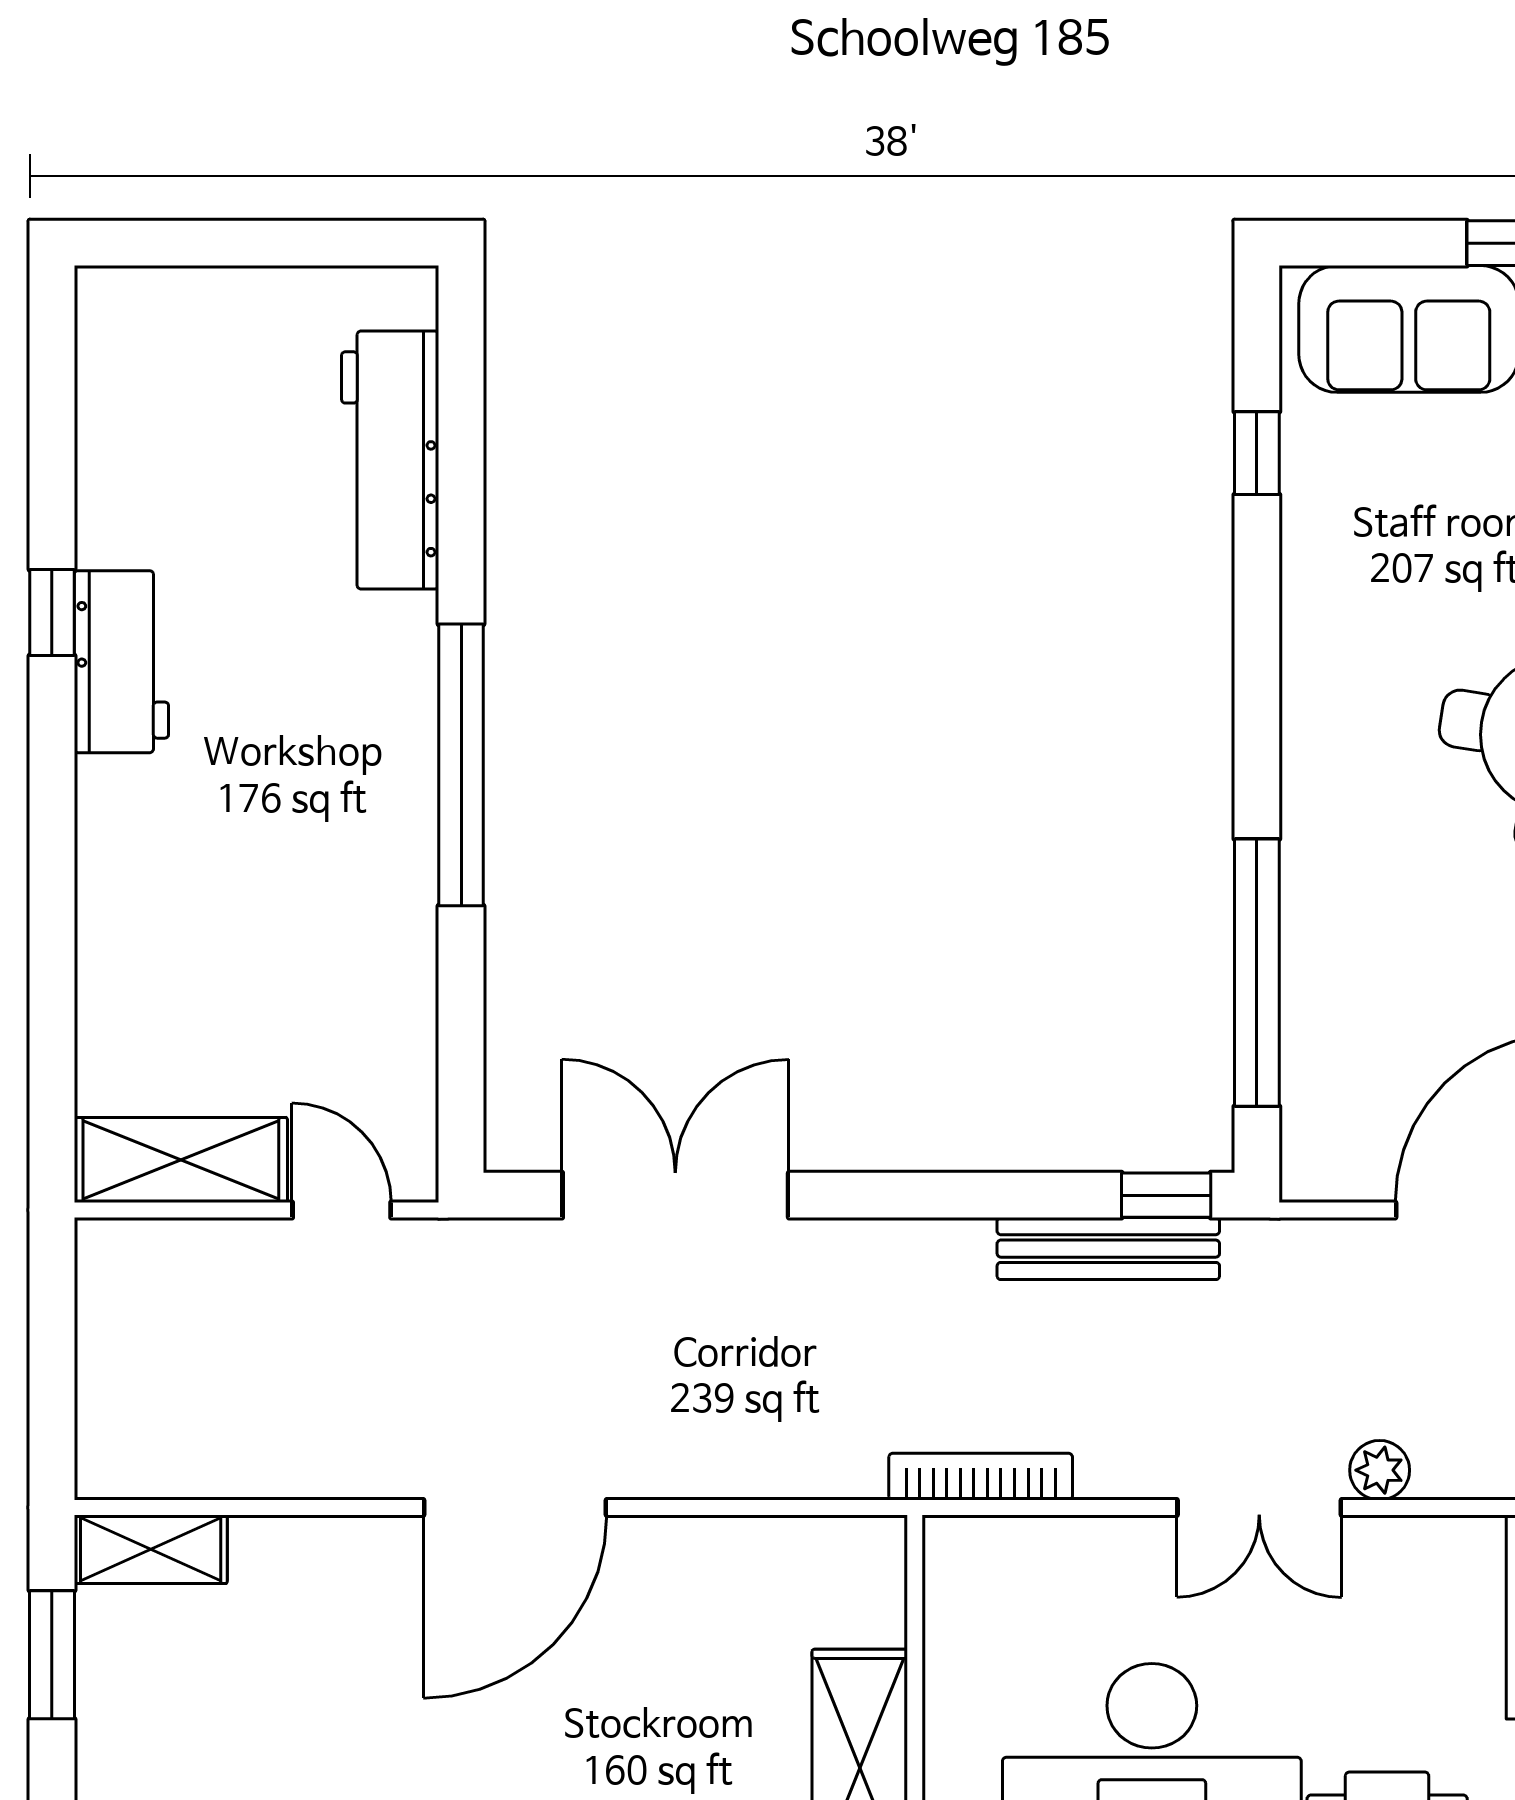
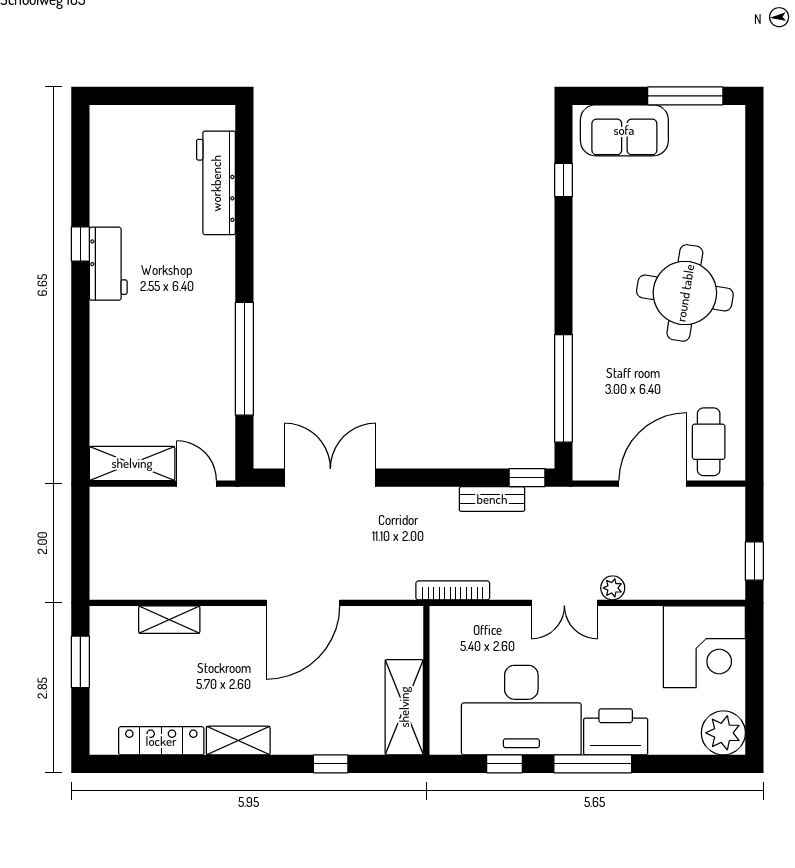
window: (461, 765) -> (244, 359), moved
bench: (1108, 1249) -> (492, 499), width x0.73
door: (515, 1508) -> (303, 603), moved
shelving: (151, 1549) -> (169, 620), moved

